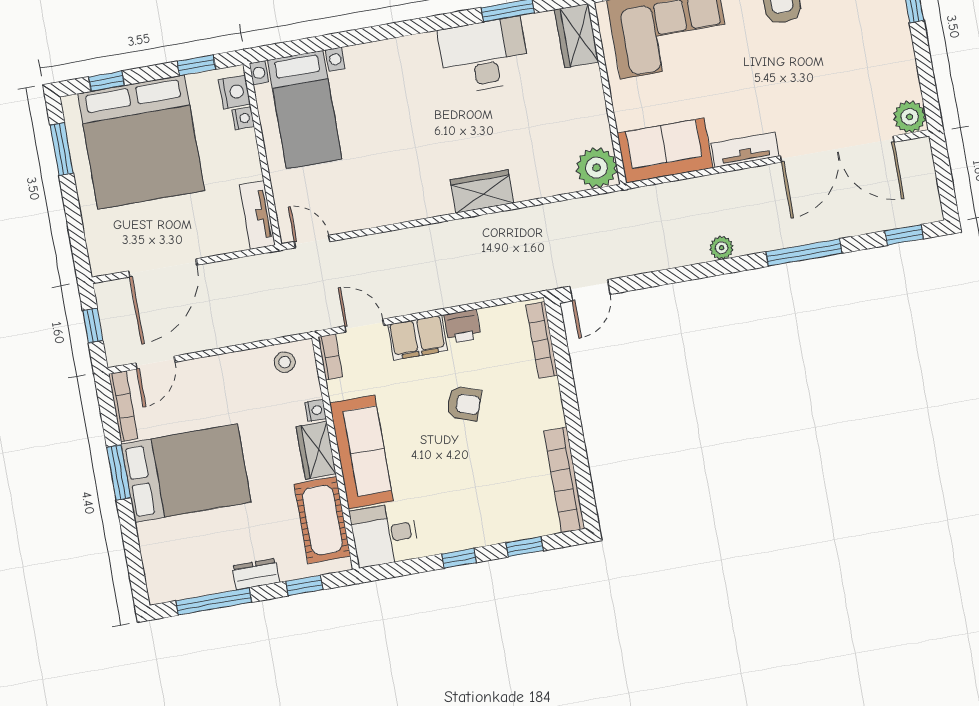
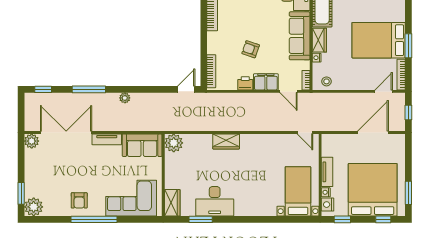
tv unit: (257, 215) -> (327, 172), moved

